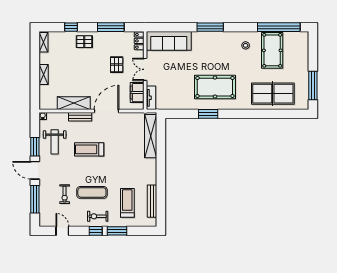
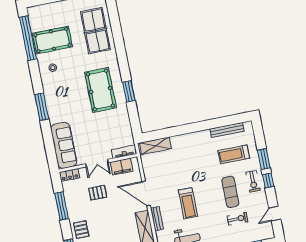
shelving: (151, 136) -> (155, 146), width x0.68

